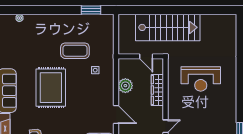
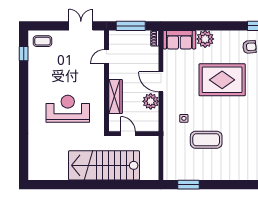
rug: (51, 88) -> (222, 80), moved, turned 90
door: (116, 114) -> (161, 82), moved

